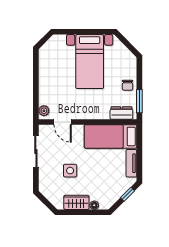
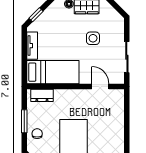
chair: (128, 85) -> (37, 134), moved
window: (139, 101) -> (24, 121), moved
plant: (44, 111) -> (119, 98), removed

